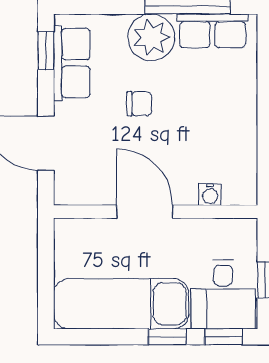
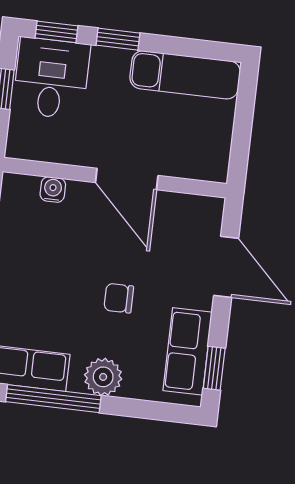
plant: (151, 37) -> (103, 377), width x0.73, depth x0.73
exam couch: (121, 304) -> (185, 75), width x0.73, depth x0.69

